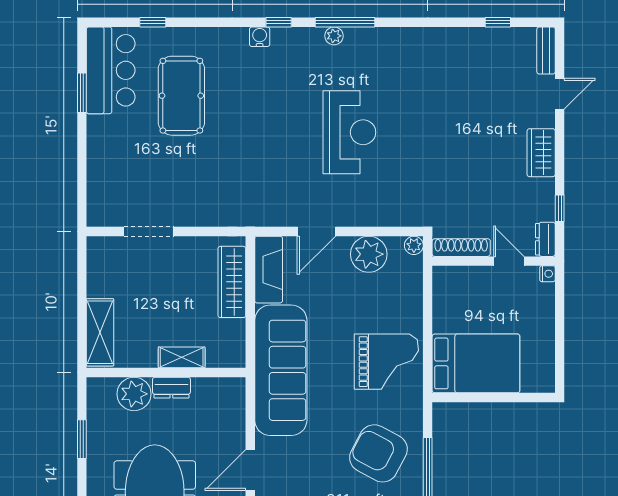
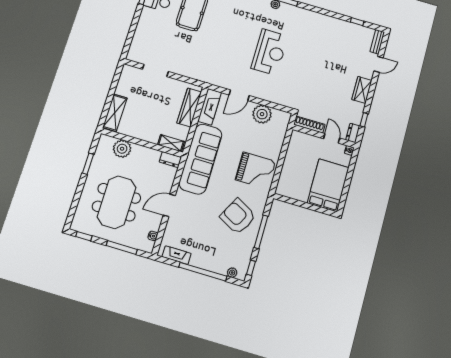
plant: (414, 245) -> (286, 116), removed
shelving: (182, 357) -> (171, 143), moved
bed: (476, 363) -> (328, 185), moved, turned -90
dresser: (171, 388) -> (170, 160), moved

